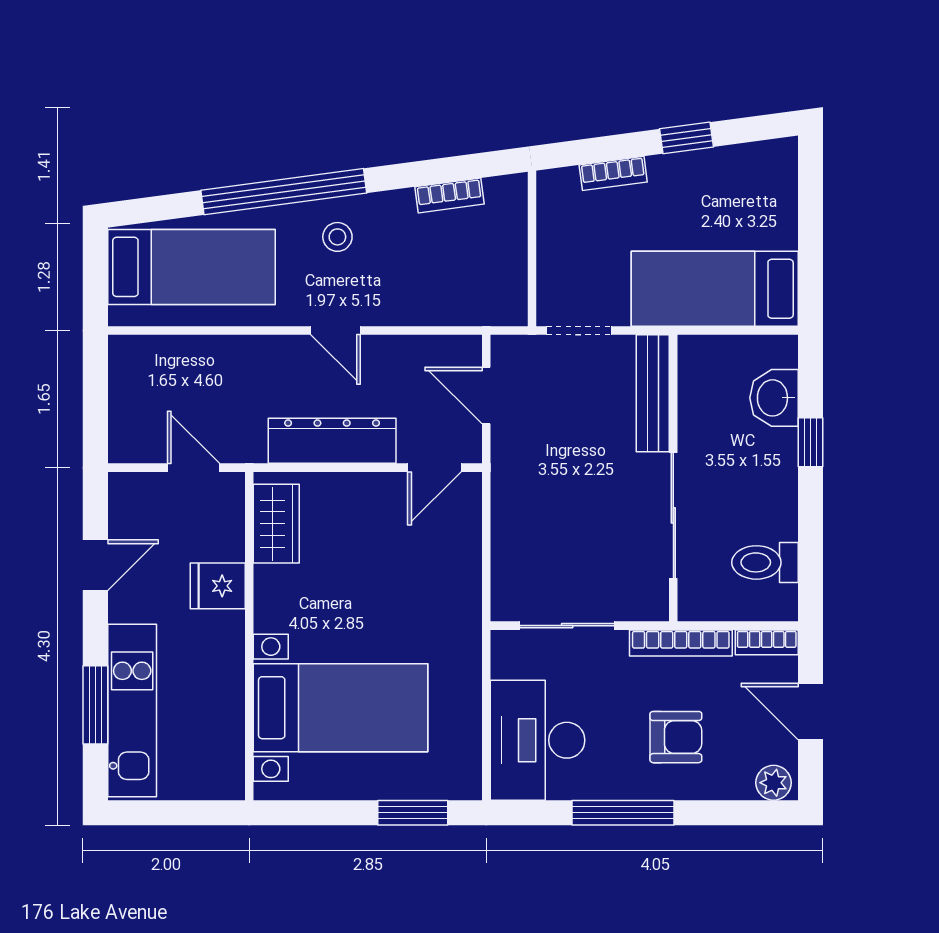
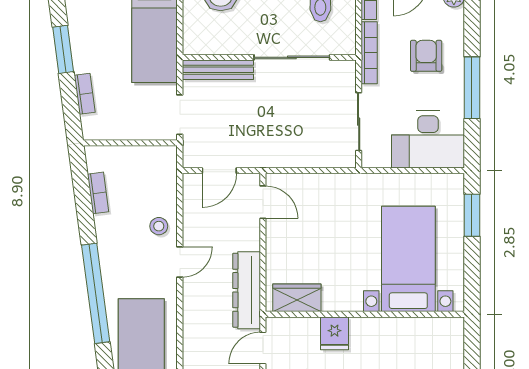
window: (686, 138) -> (63, 49), width x1.50
stool: (337, 237) -> (159, 226), moved
dresser: (332, 441) -> (247, 290), moved

